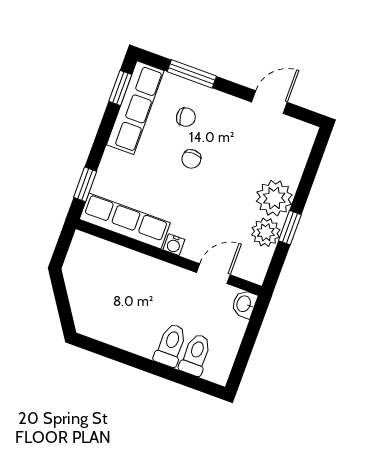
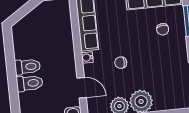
chair: (191, 159) -> (121, 63), moved
toilet: (196, 355) -> (27, 67), moved

